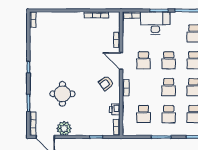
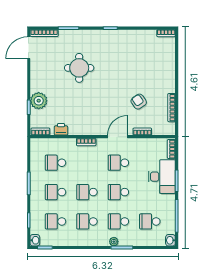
armchair: (106, 83) -> (139, 102), moved
plant: (64, 128) -> (39, 101), moved

